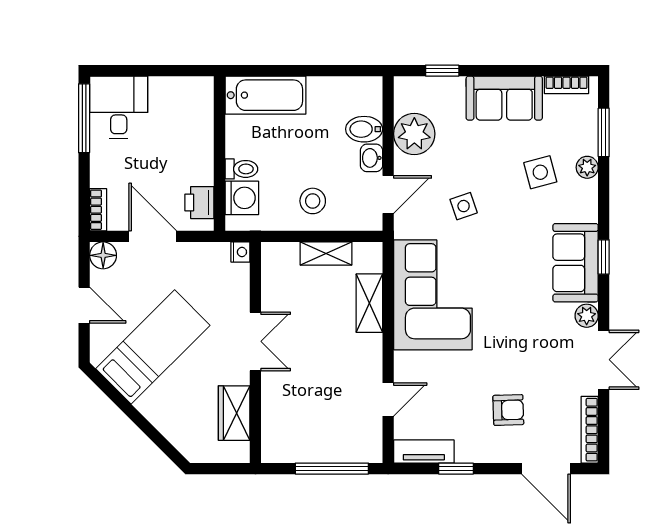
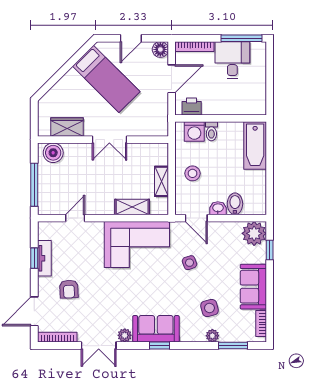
desk: (119, 107) -> (232, 60), moved, turned -90
plant: (414, 134) -> (254, 233), moved
bookcase: (98, 210) -> (194, 47), width x1.56
nightstand: (240, 252) -> (162, 131), removed
door: (388, 399) -> (75, 218), swing flipped
boiler: (278, 437) -> (53, 153), added
tv unit: (424, 452) -> (44, 258), moved

